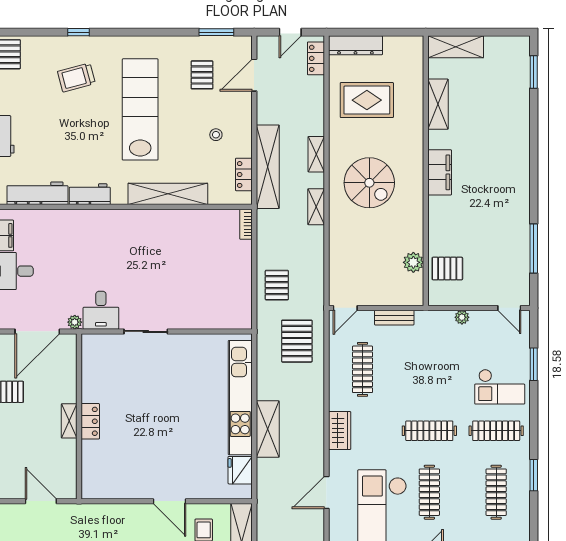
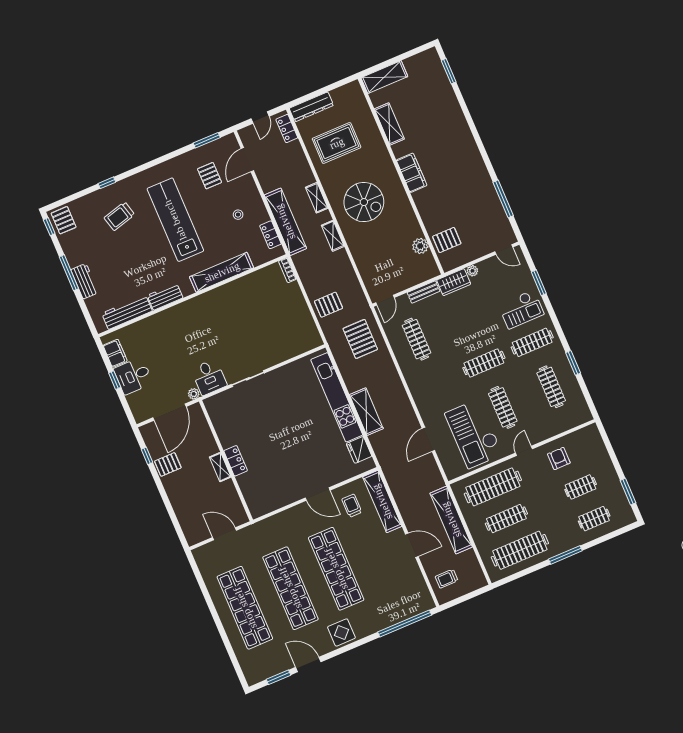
pallet: (277, 285) -> (328, 305), turned 90
wardrobe: (340, 431) -> (454, 282), moved, turned 90

